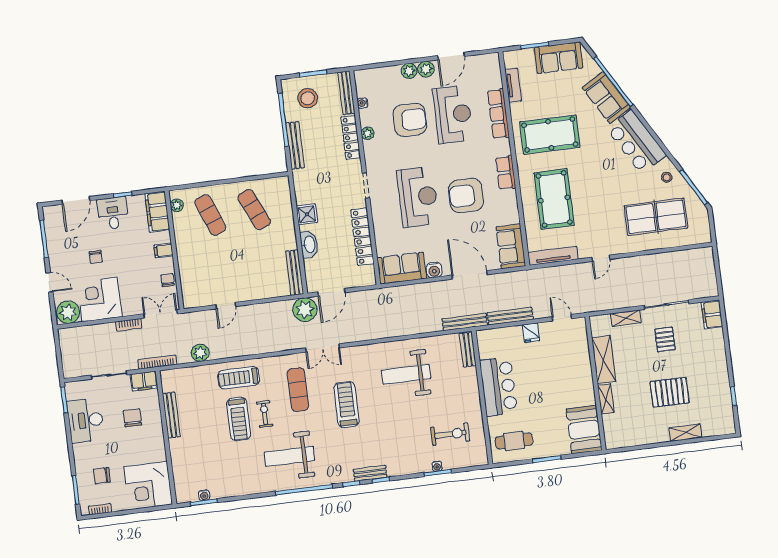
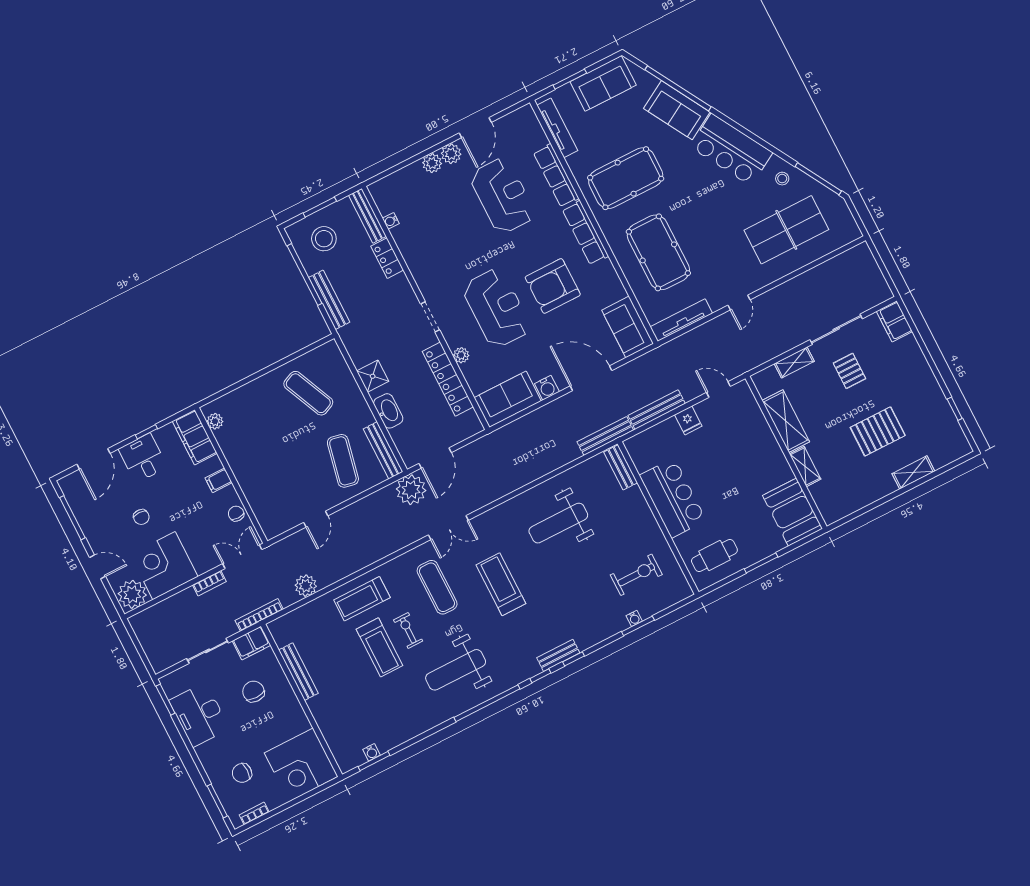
tv unit: (513, 85) -> (557, 128), width x1.41
armchair: (410, 120) -> (454, 221), removed
plant: (368, 133) -> (461, 355), moved
locker: (351, 137) -> (387, 258), width x0.66
row of seats: (506, 173) -> (585, 233), width x1.48
exercise mat: (210, 215) -> (343, 461), moved, turned 33

